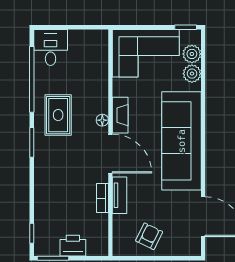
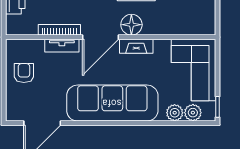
floor lamp: (102, 120) -> (131, 25), width x1.89, depth x1.89
bookcase: (102, 198) -> (59, 30), width x1.56
armchair: (149, 236) -> (24, 73), turned -116

